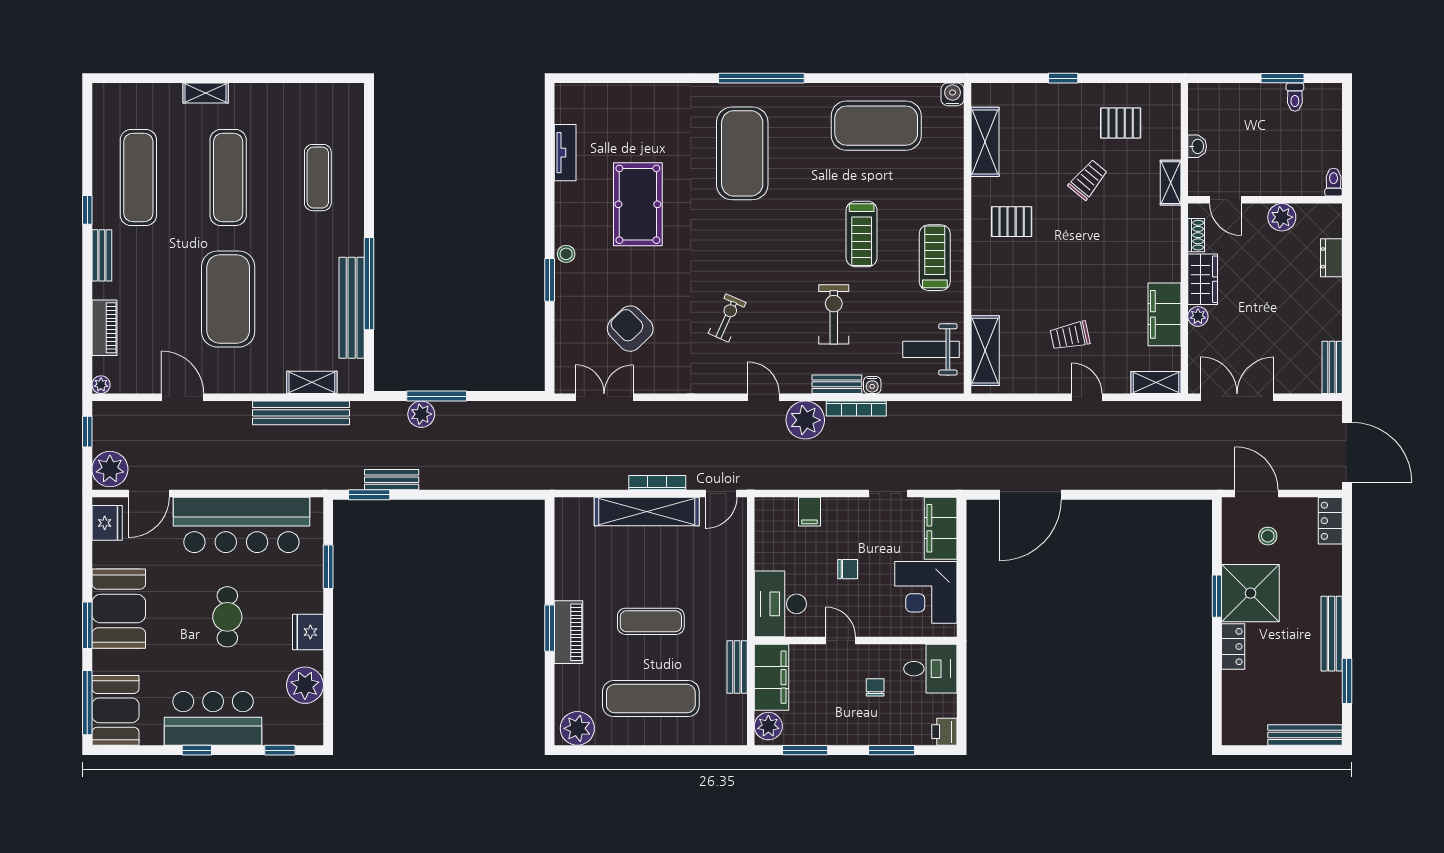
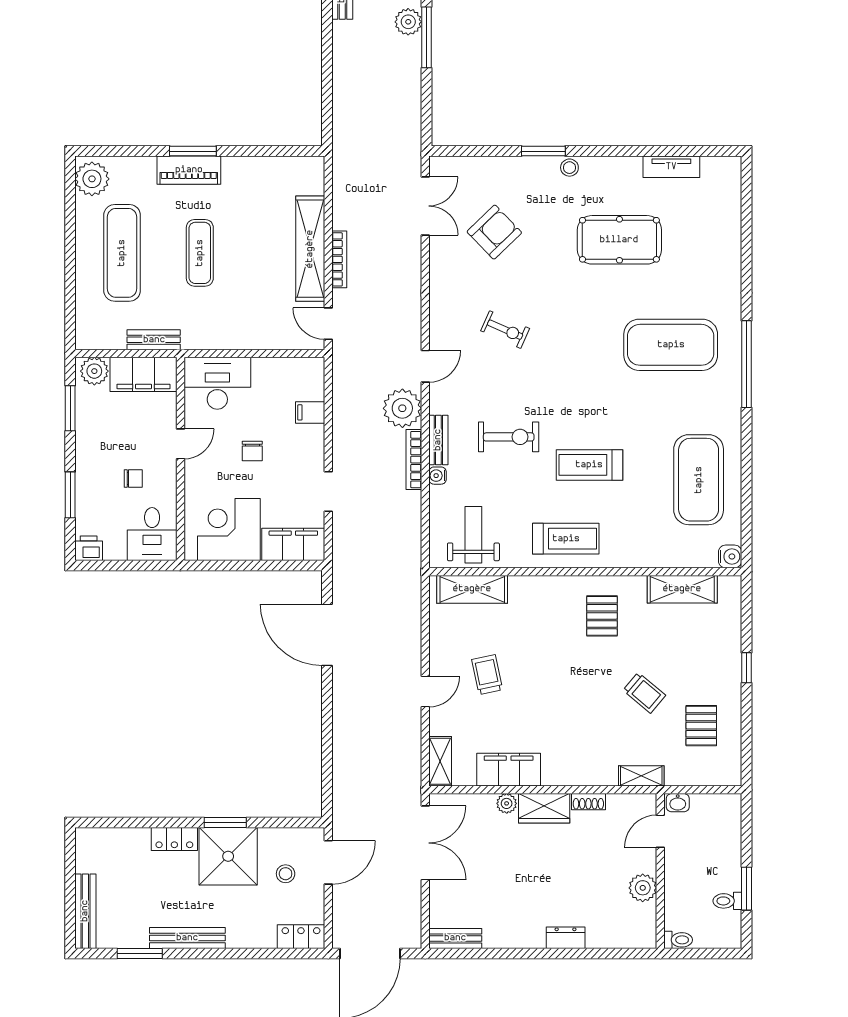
toilet: (1334, 182) -> (678, 940), moved
door: (1225, 200) -> (660, 831), moved
wall: (1265, 200) -> (660, 871), moved
plant: (1282, 217) -> (643, 888), moved

